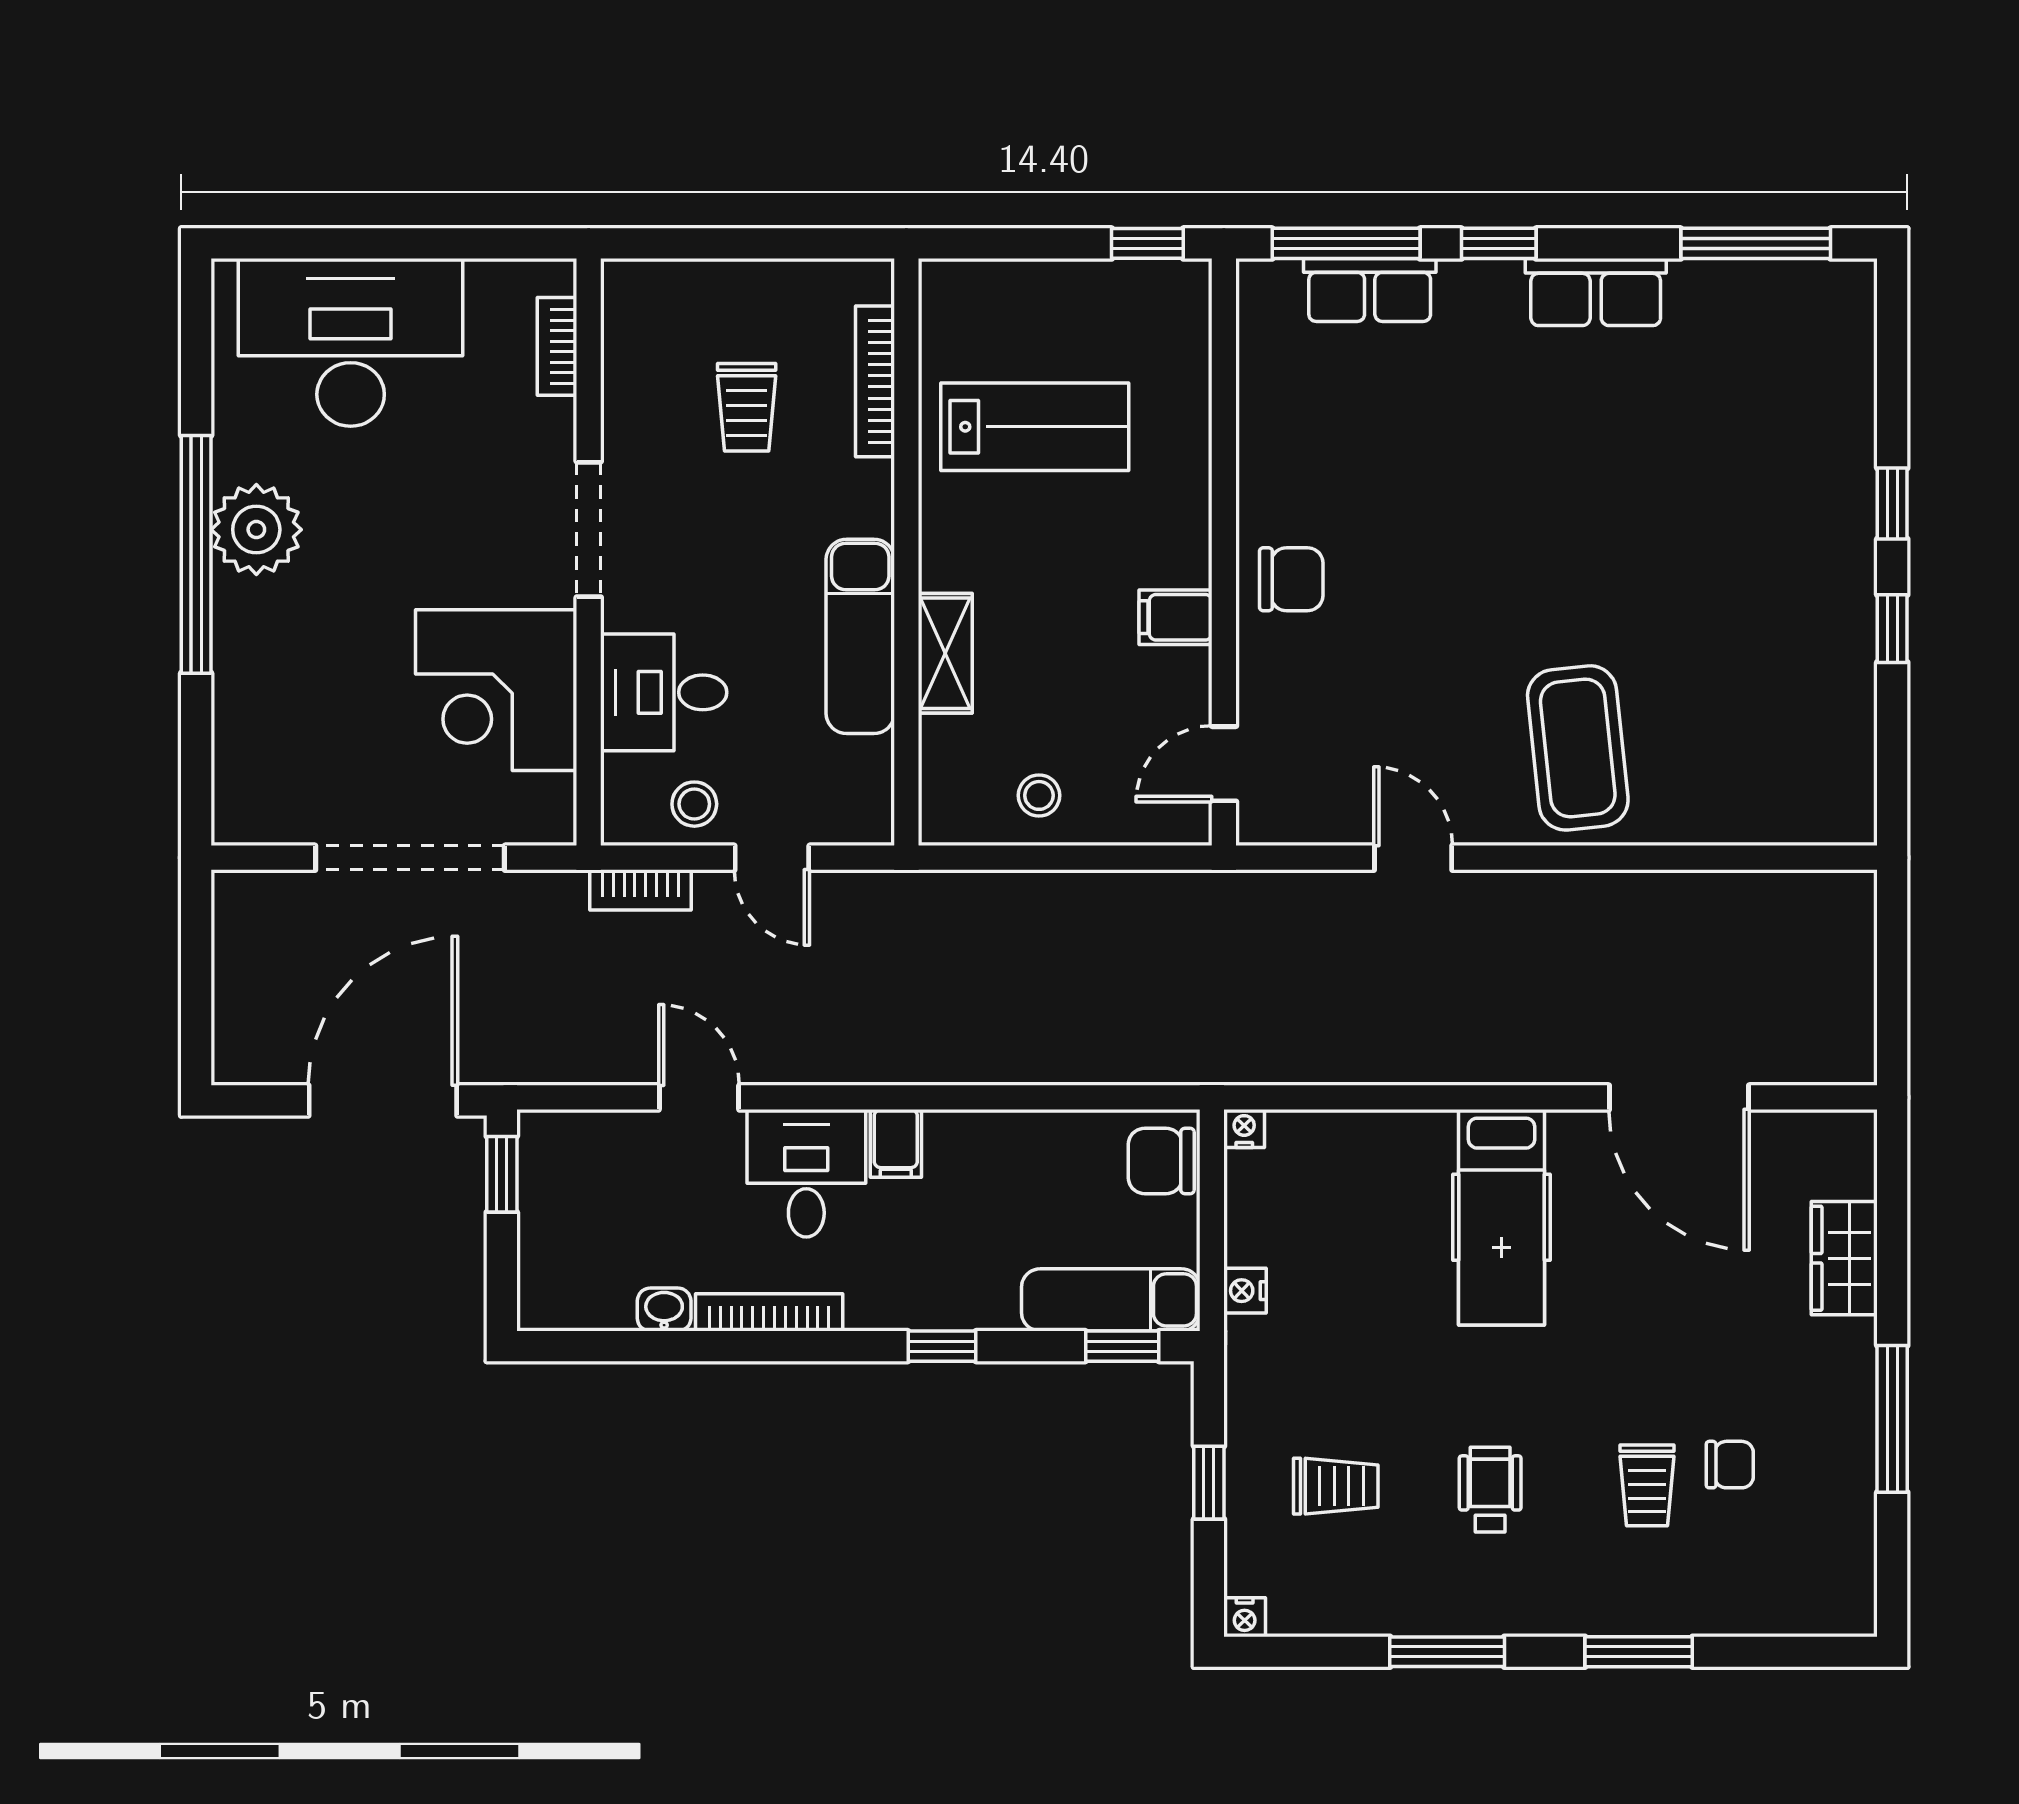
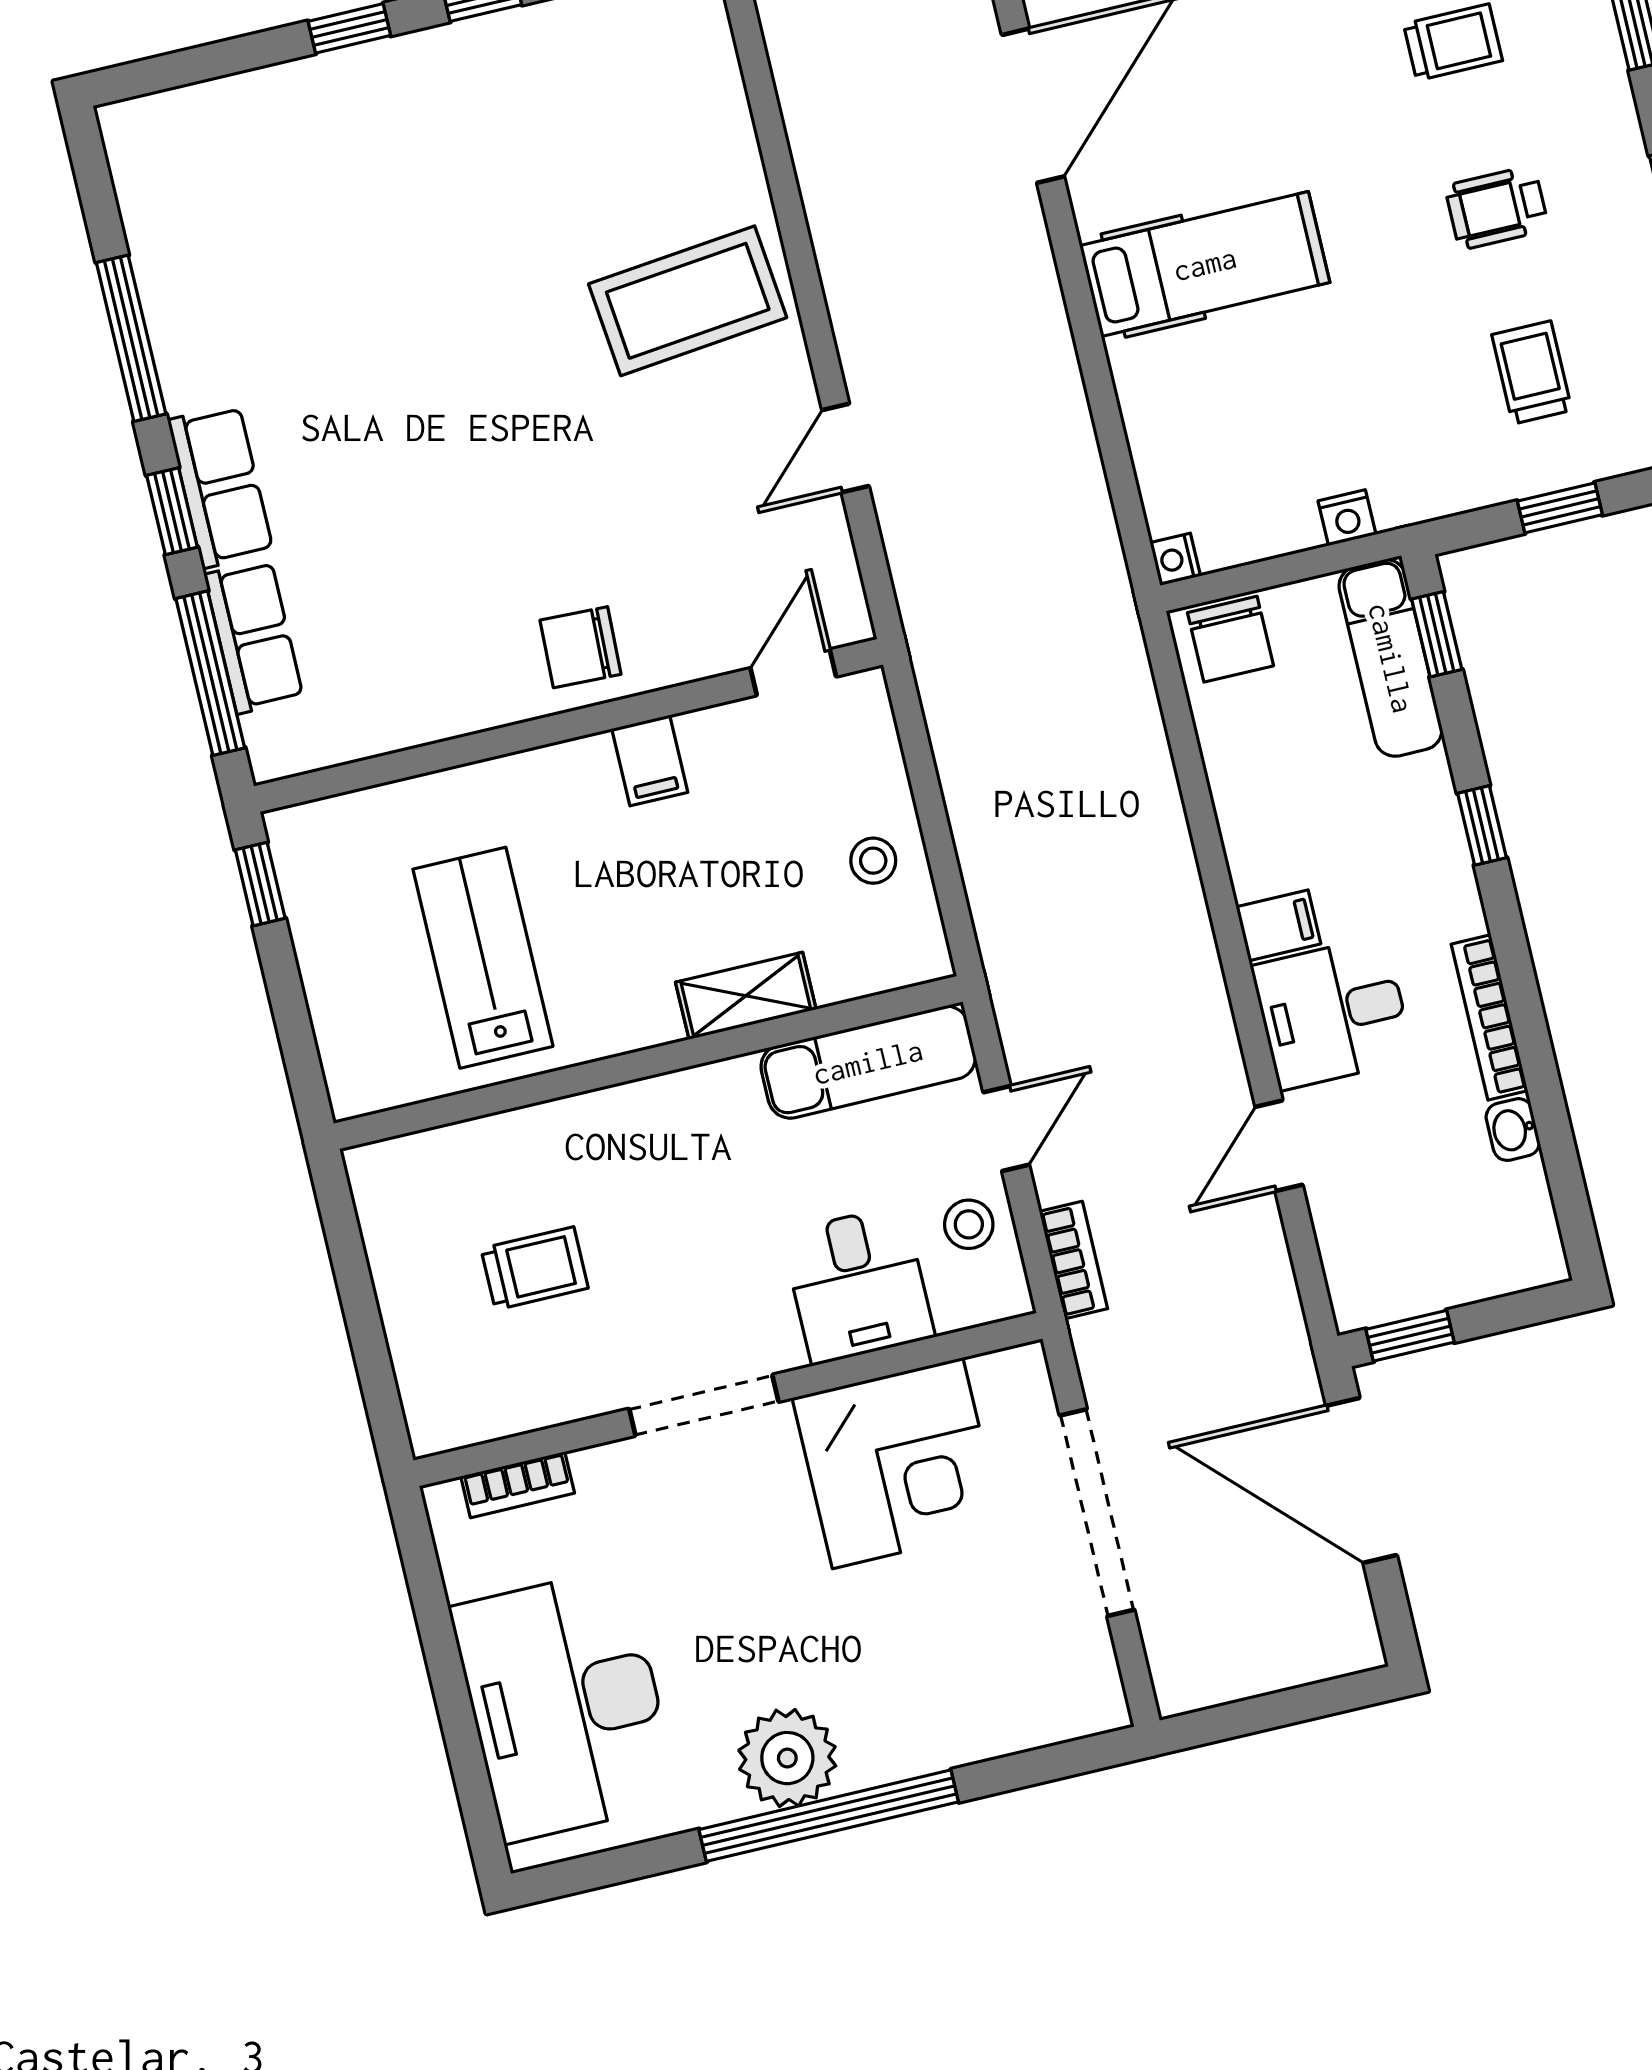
window: (1756, 243) -> (131, 338), moved
row of seats: (1596, 292) -> (221, 486), moved
bookcase: (875, 381) -> (475, 1139), removed
chair: (1291, 579) -> (580, 647), turned -88
exam couch: (860, 636) -> (868, 1062), moved
door: (1224, 764) -> (793, 672), swing flipped

